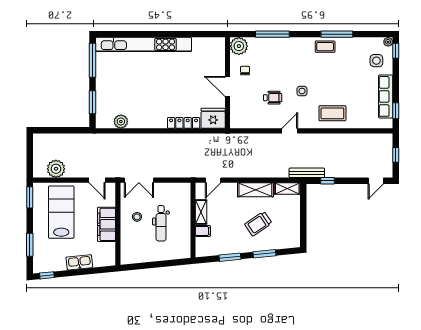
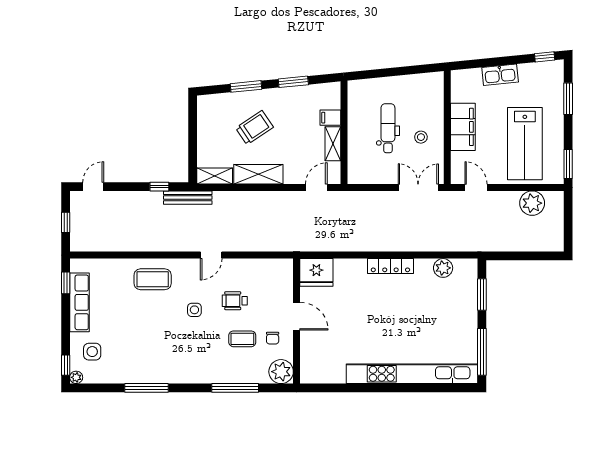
coffee table: (325, 47) -> (242, 339), moved
locker: (184, 123) -> (390, 266), moved

